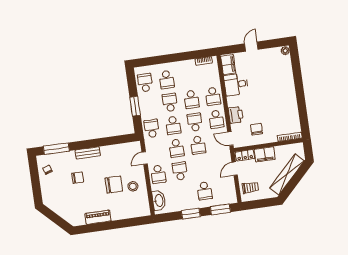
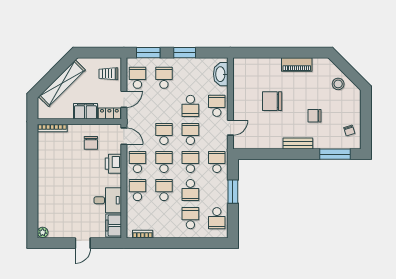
school desk: (195, 122) -> (164, 162), turned 180
school desk: (152, 128) -> (217, 162), turned 180
stool: (133, 186) -> (338, 84), moved
school desk: (226, 188) -> (137, 78), added

